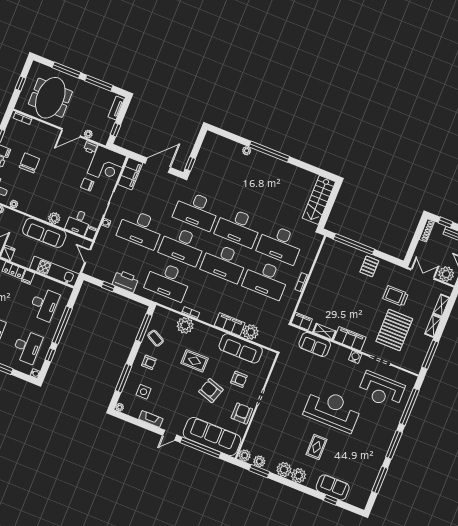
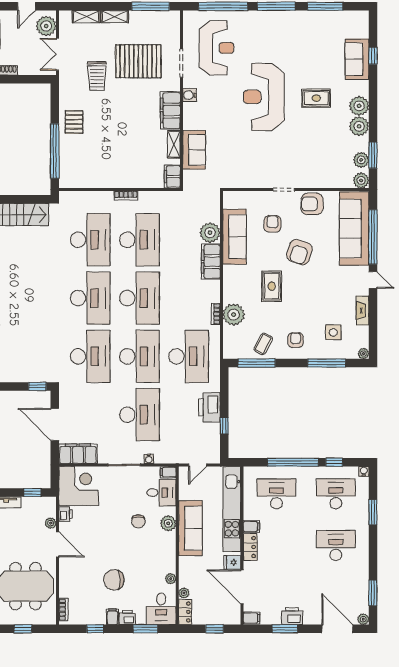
chair: (87, 185) -> (138, 521), moved
pallet: (369, 266) -> (74, 122), turned 90
kitchen unit: (54, 271) -> (232, 509), width x1.36

